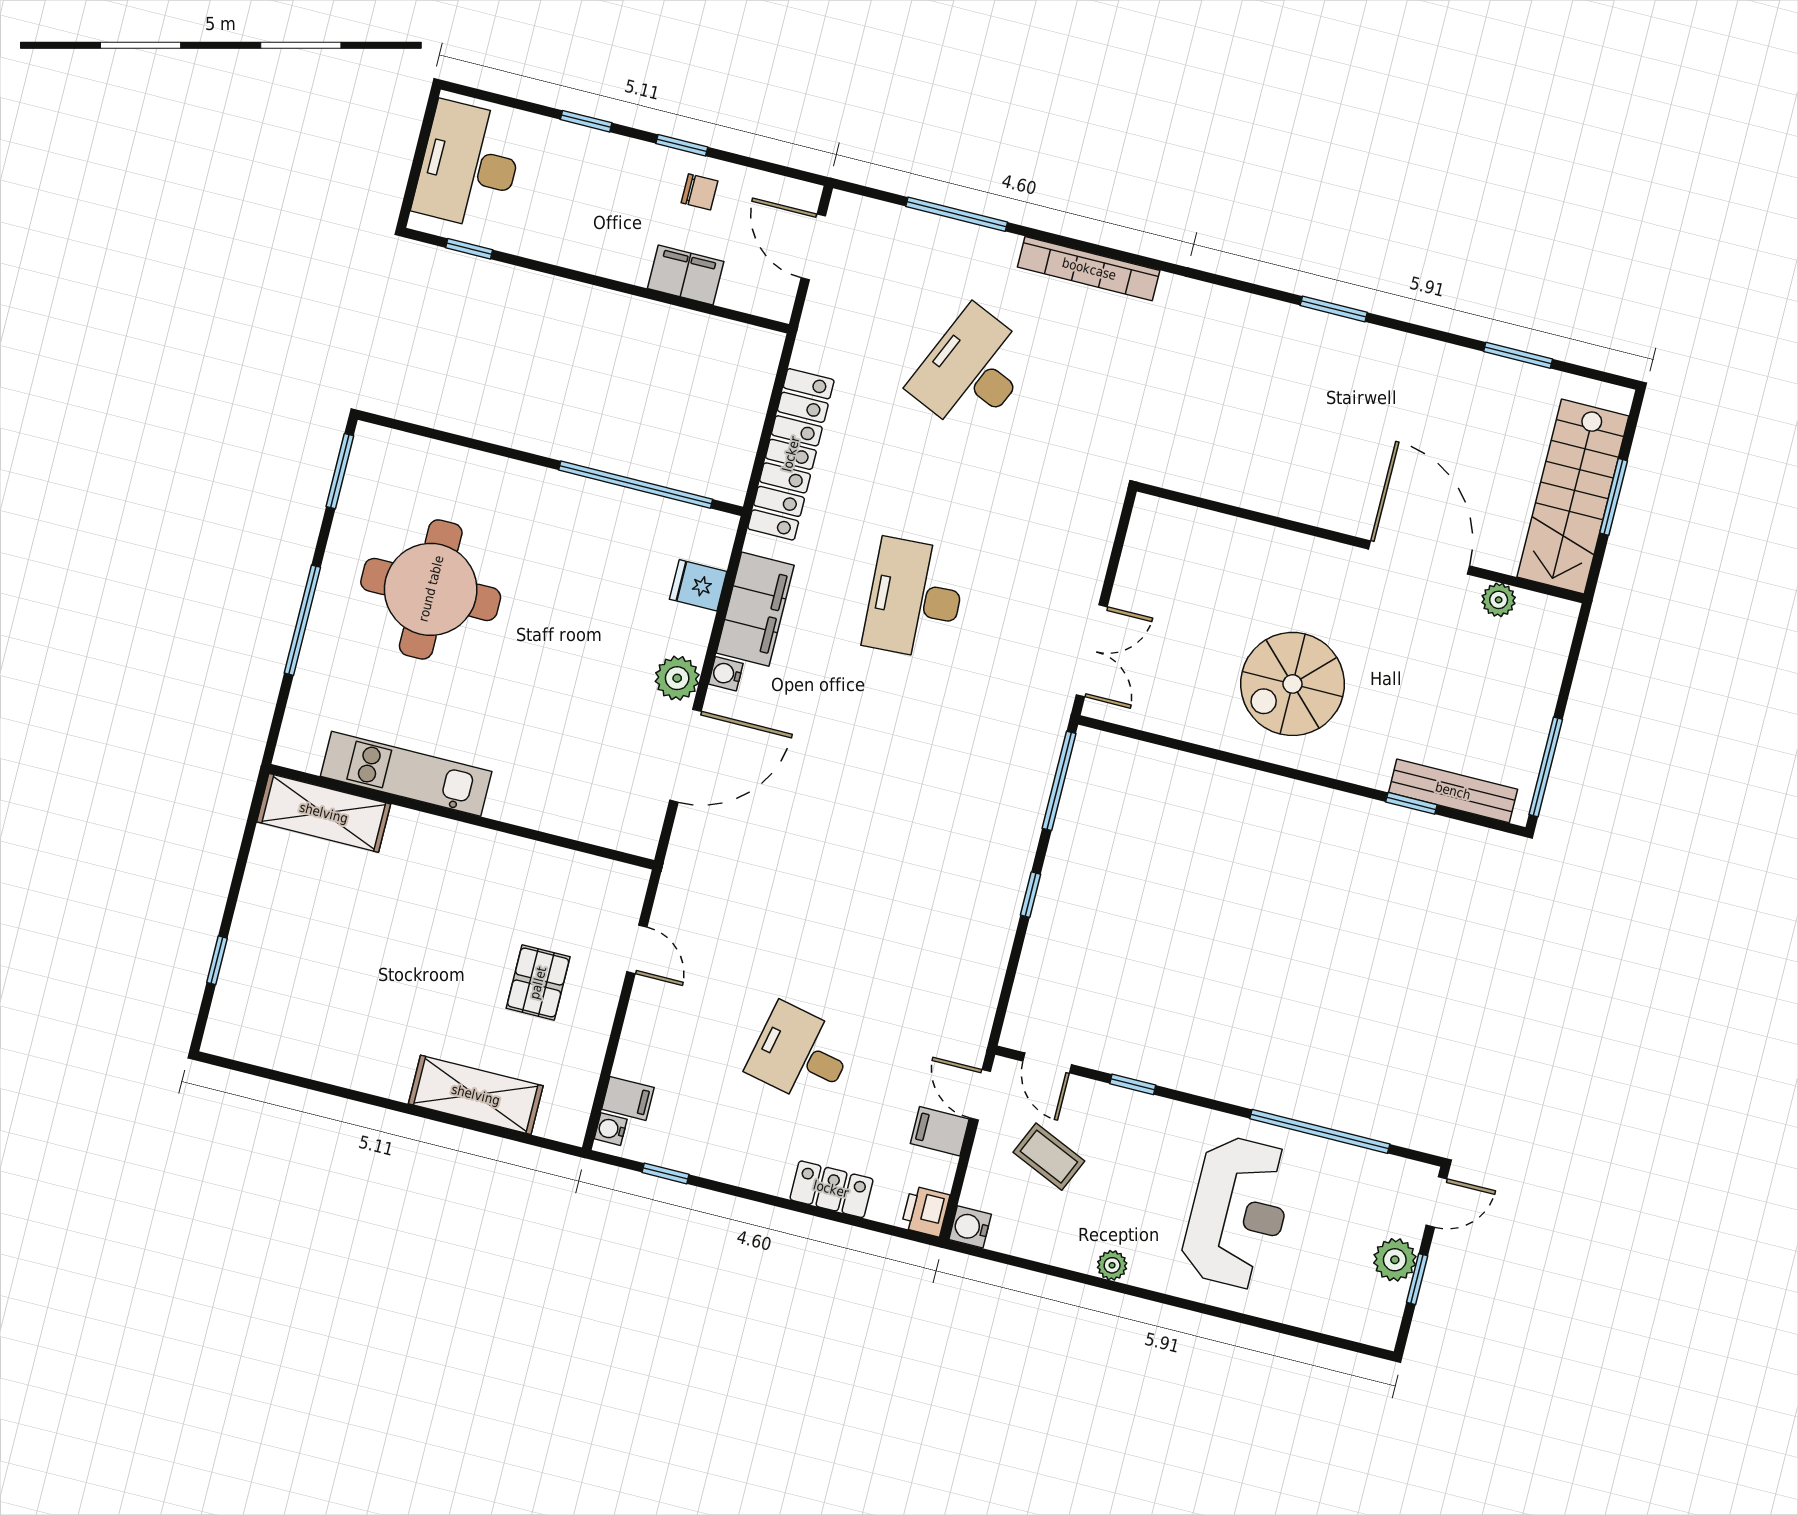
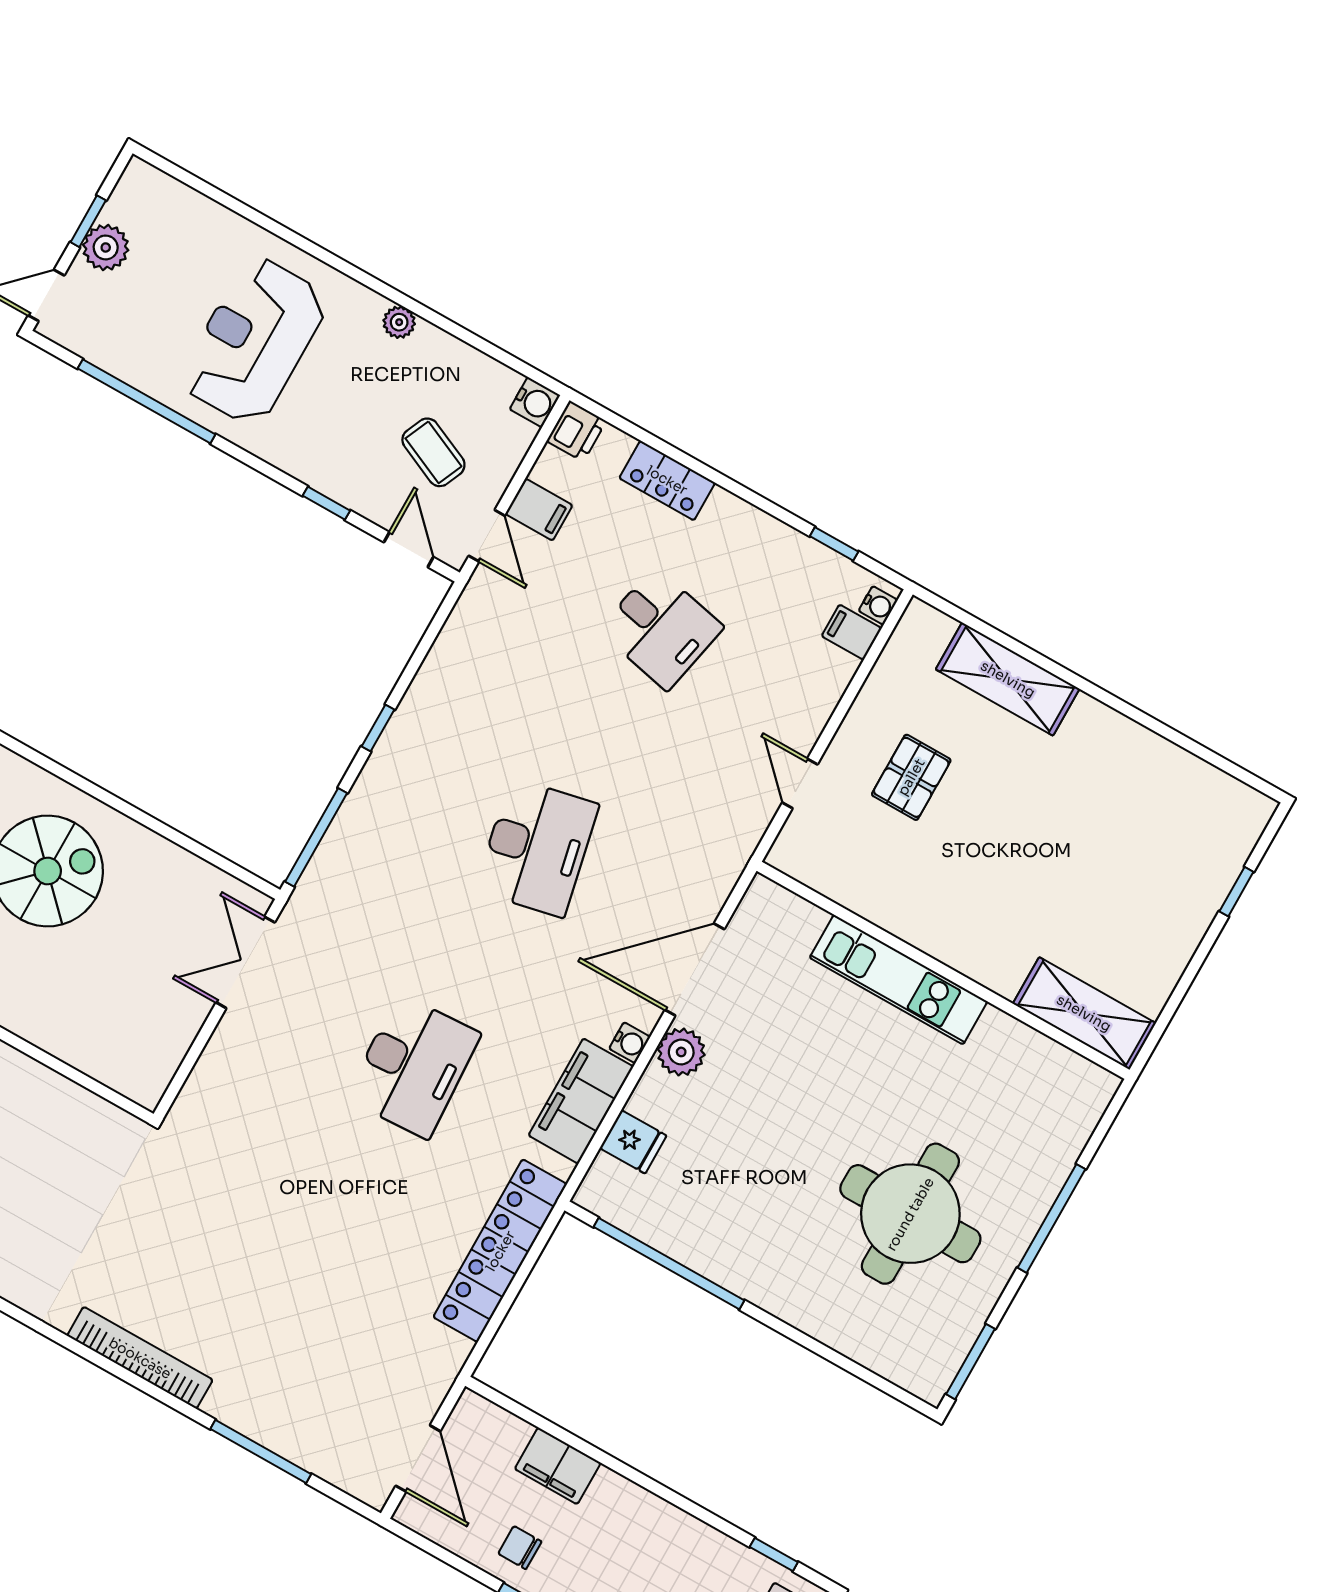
desk: (972, 371) -> (537, 847), moved, turned -36
kitchen unit: (406, 774) -> (898, 980), moved

